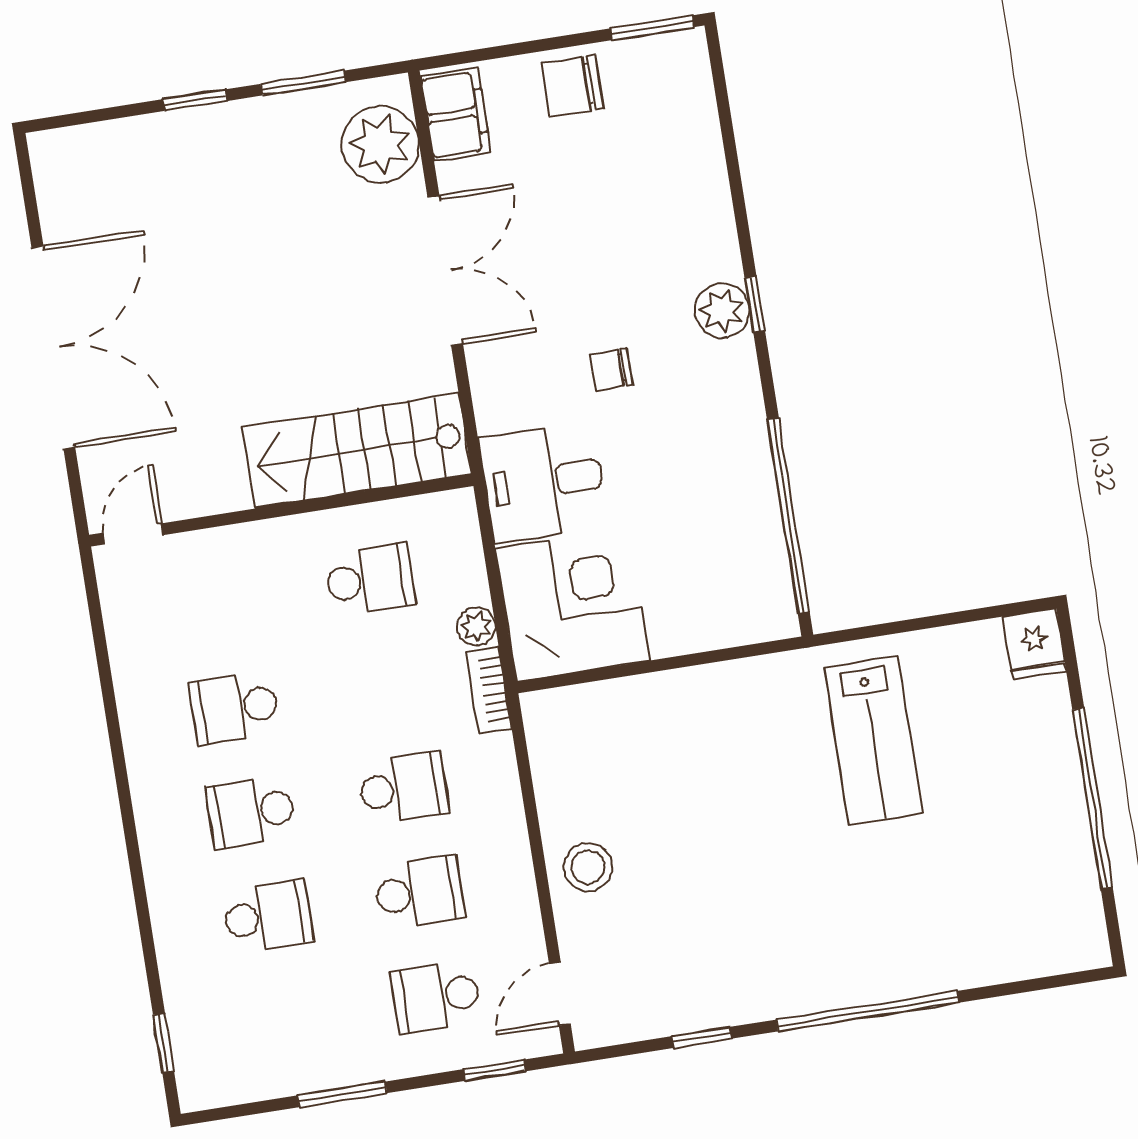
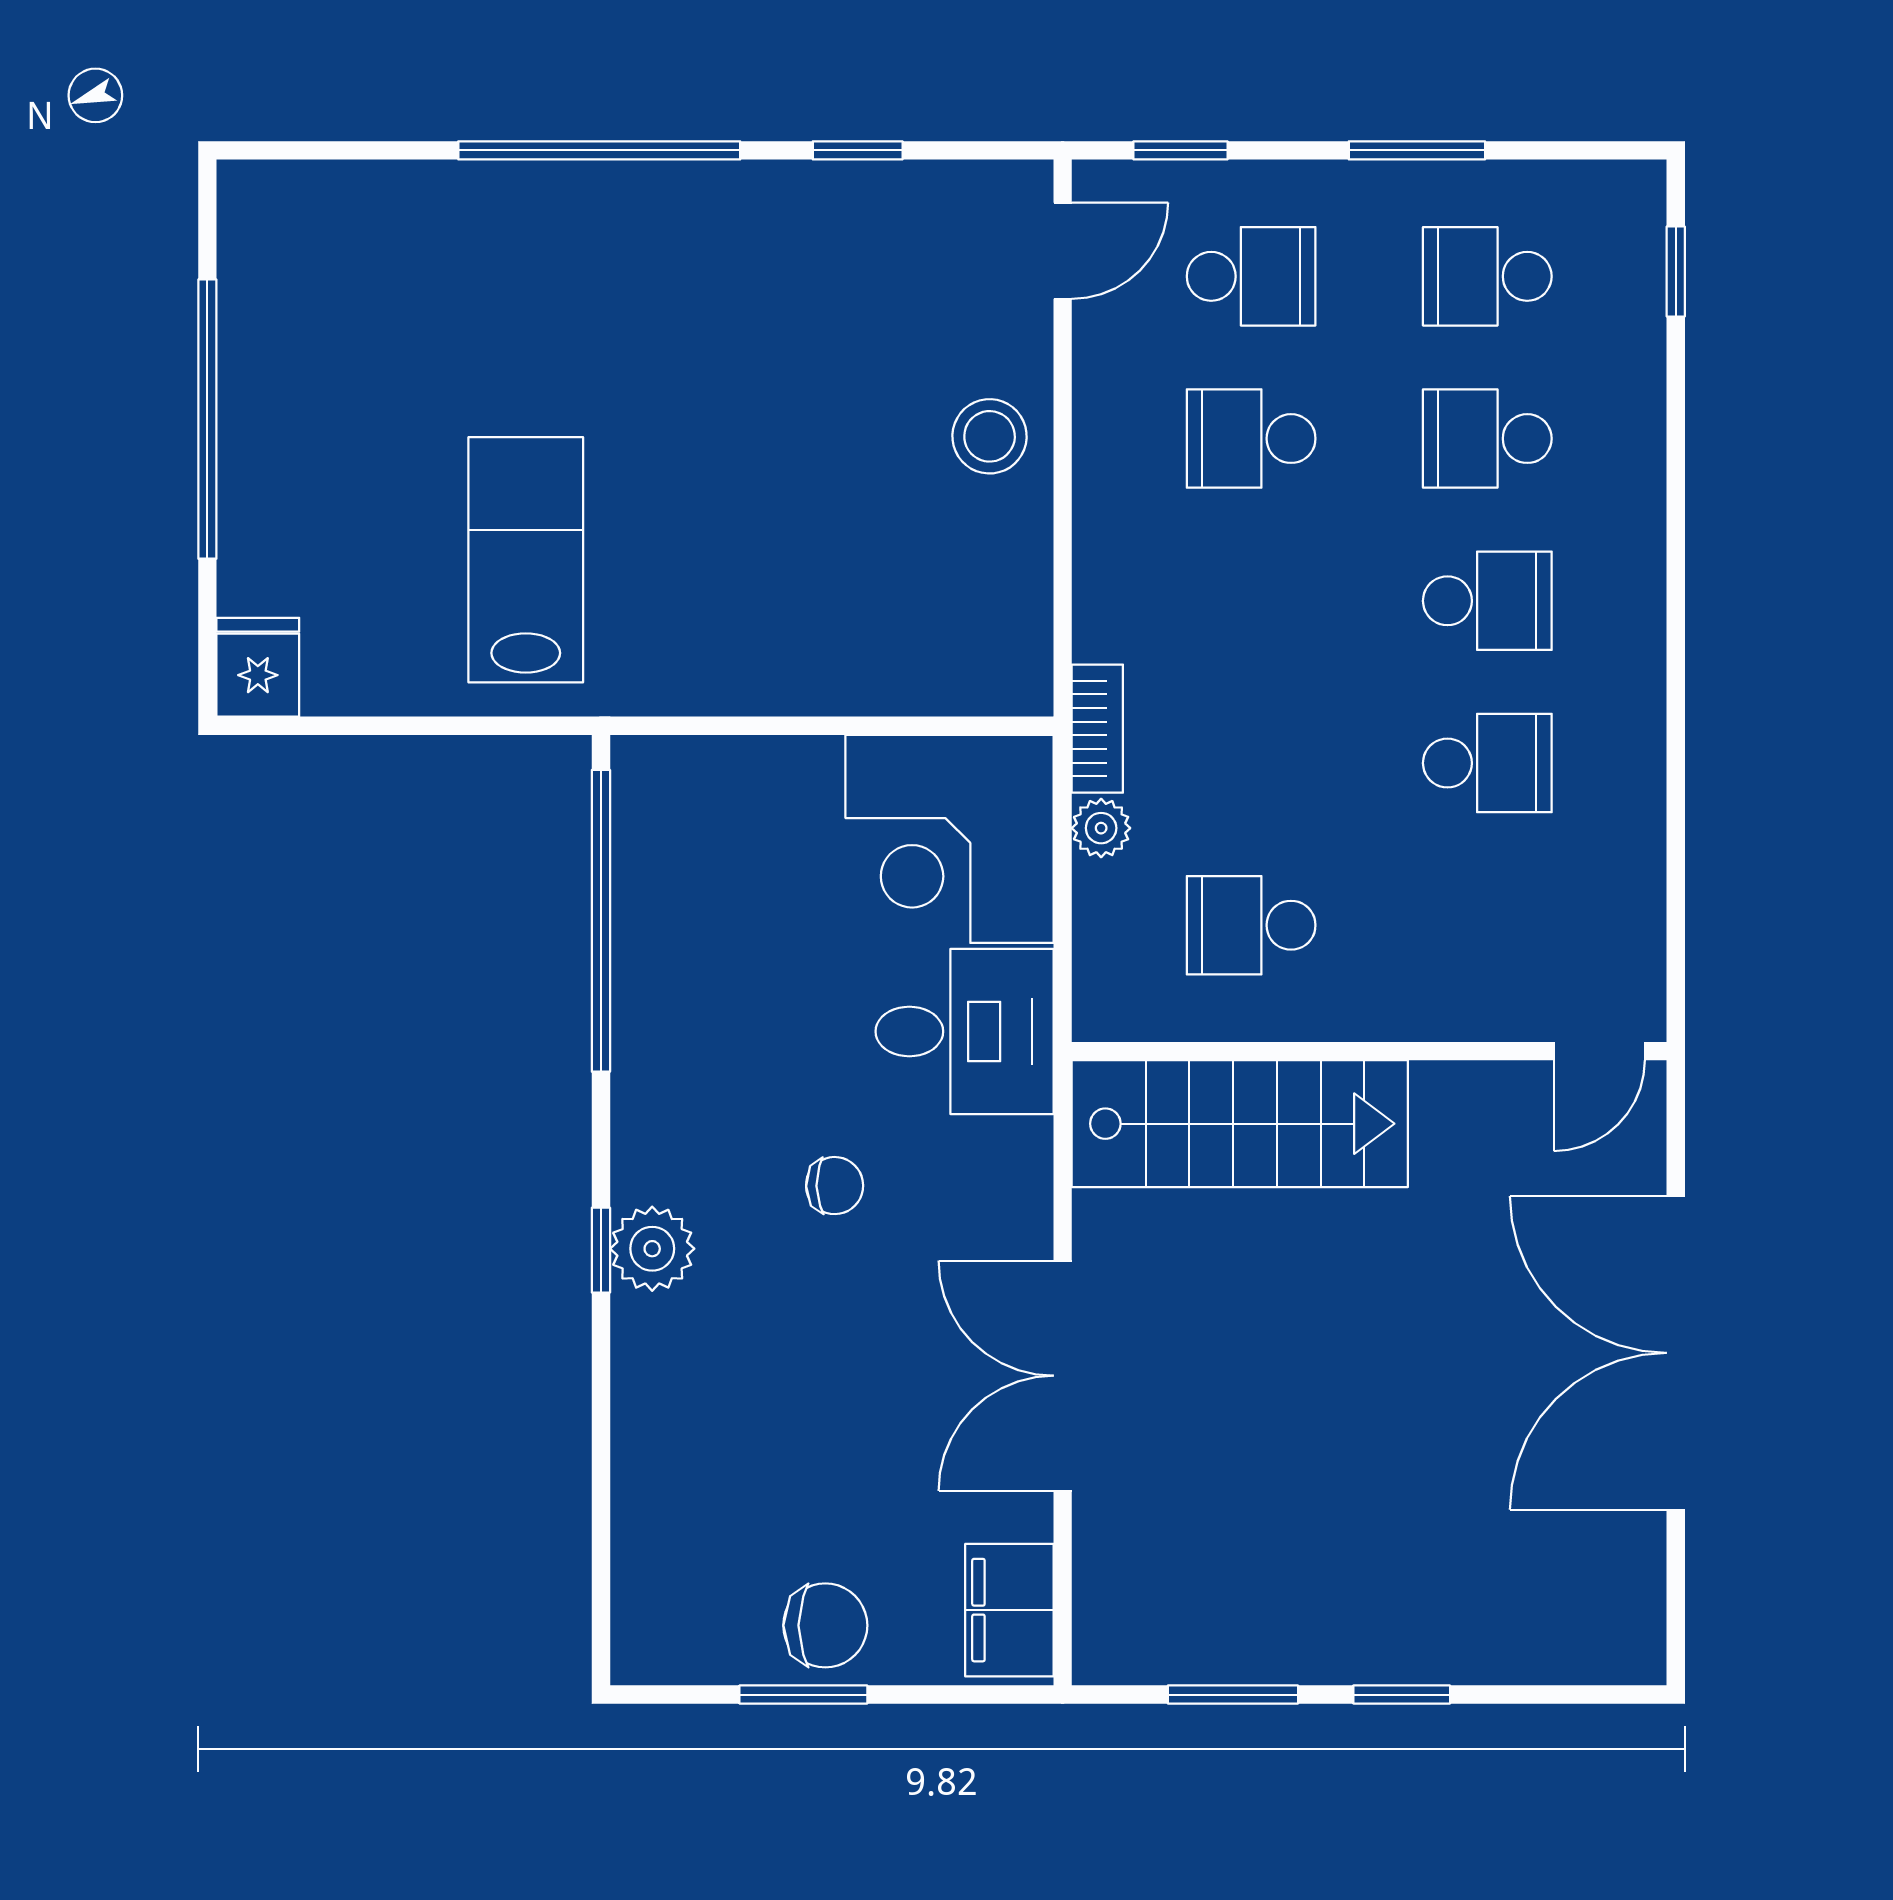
window: (652, 28) -> (803, 1695), moved
plant: (380, 144) -> (1131, 1583), removed
school desk: (403, 788) -> (1487, 276), moved

